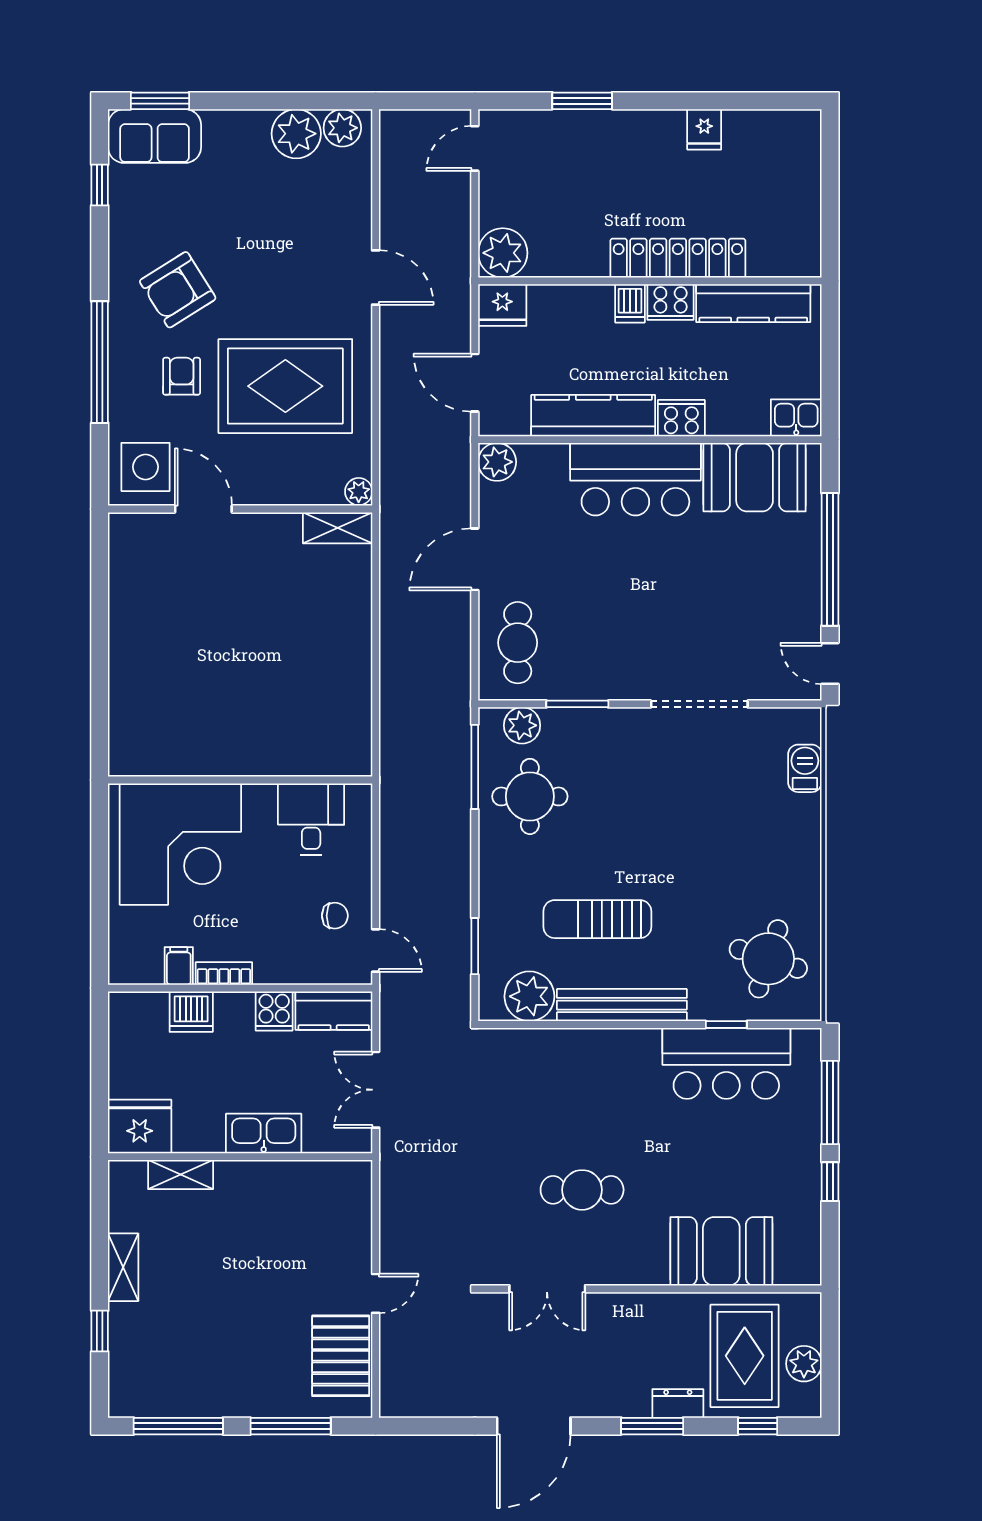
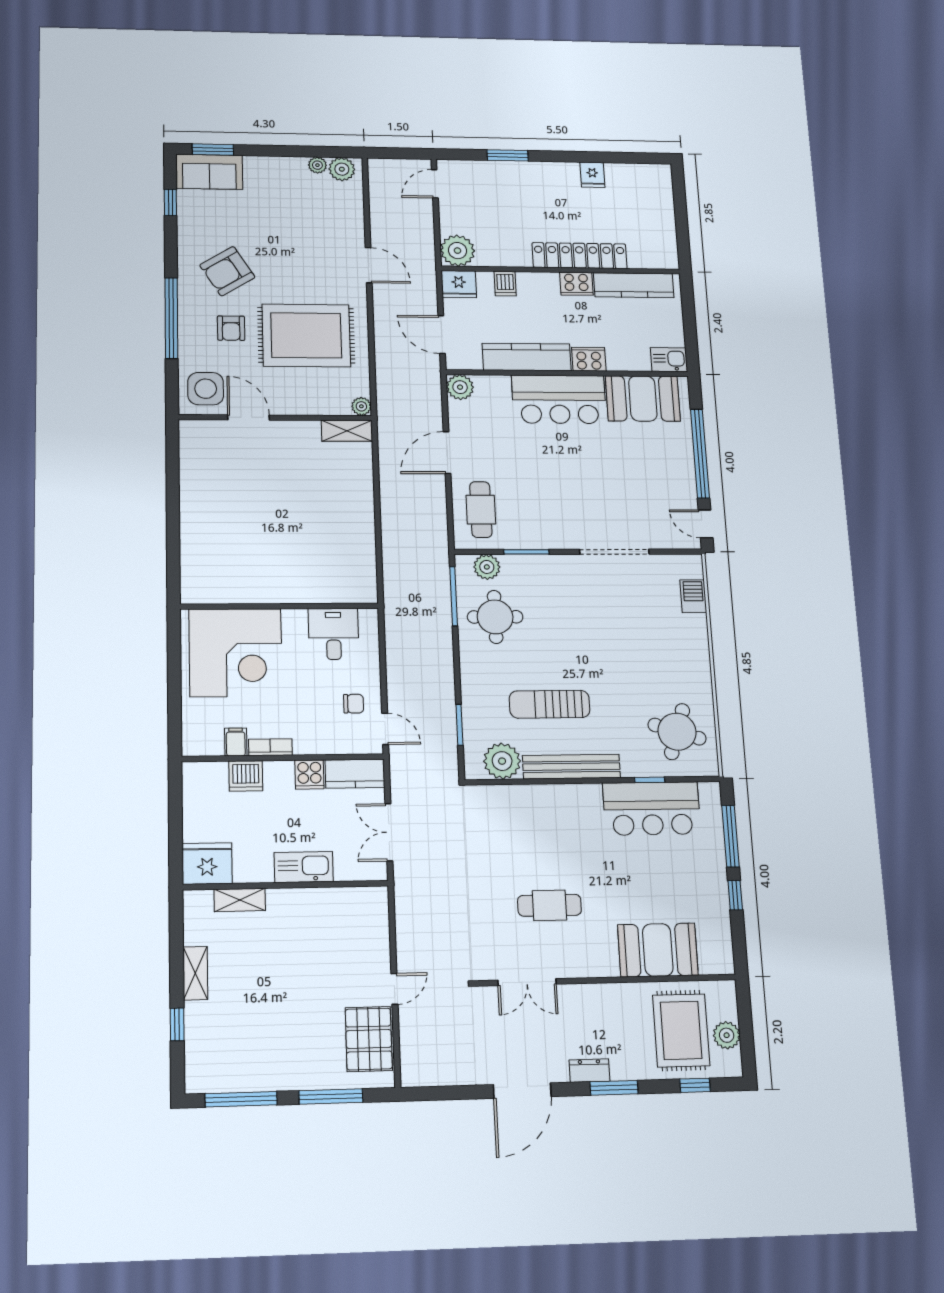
plant: (296, 134) -> (317, 165), width x0.53, depth x0.53
dishwasher: (630, 303) -> (505, 284), moved
armchair: (182, 376) -> (231, 328), turned 180
dresser: (678, 1403) -> (589, 1071), moved

